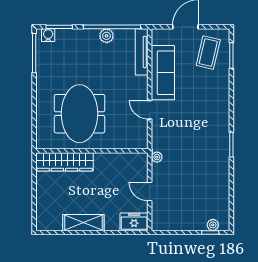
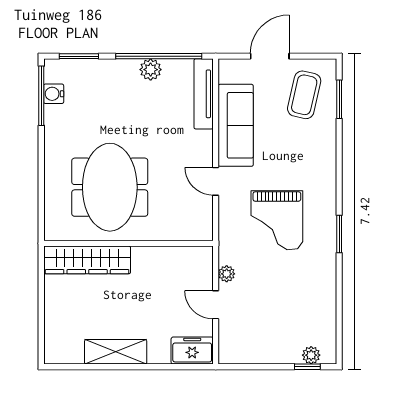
water cooler: (48, 35) -> (54, 94), moved, turned -90
grand piano: (190, 136) -> (277, 220), added
plant: (157, 157) -> (227, 274), moved

